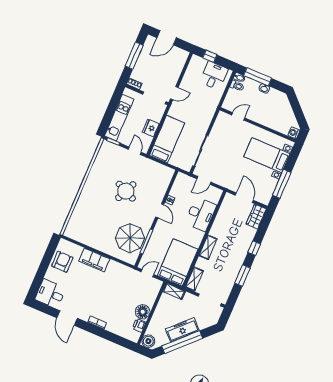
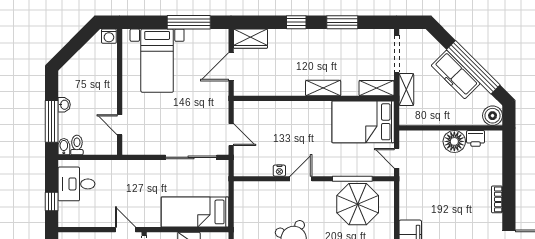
desk: (201, 214) -> (281, 119), removed
shelving: (174, 291) -> (406, 90), moved

